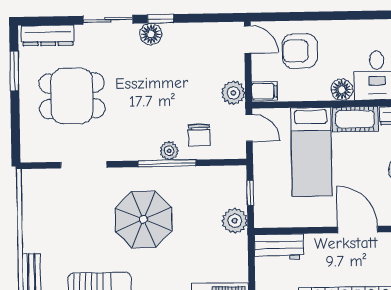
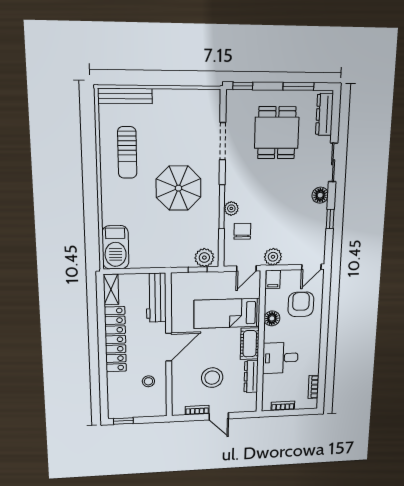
window: (161, 19) -> (330, 219), moved
floor lamp: (342, 90) -> (272, 318), moved
chair: (199, 135) -> (242, 231), turned 90
window: (16, 142) -> (243, 86), added
plant: (235, 221) -> (204, 258), moved
workbench: (279, 247) -> (156, 298), width x1.38

